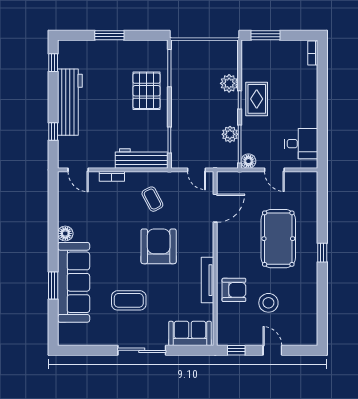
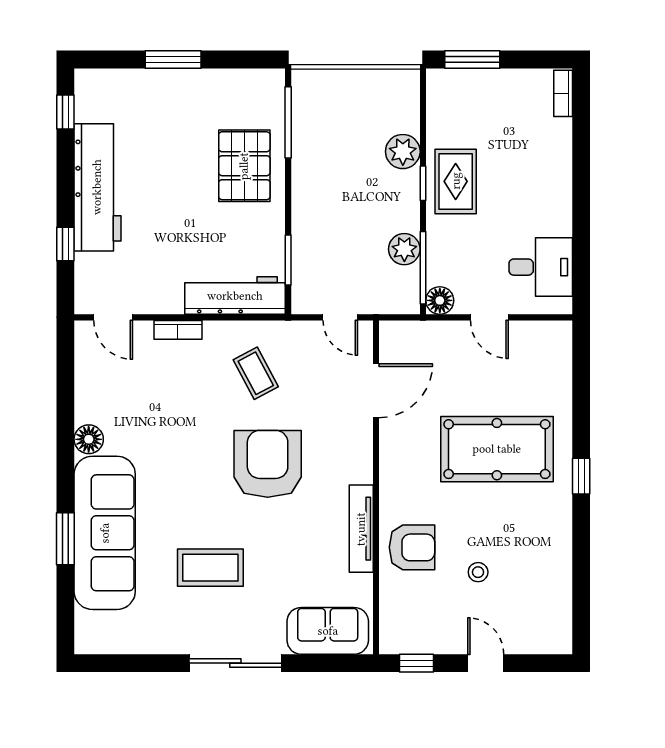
pool table: (278, 239) -> (497, 449), turned 90
stool: (268, 303) -> (478, 572), width x0.53, depth x0.53

